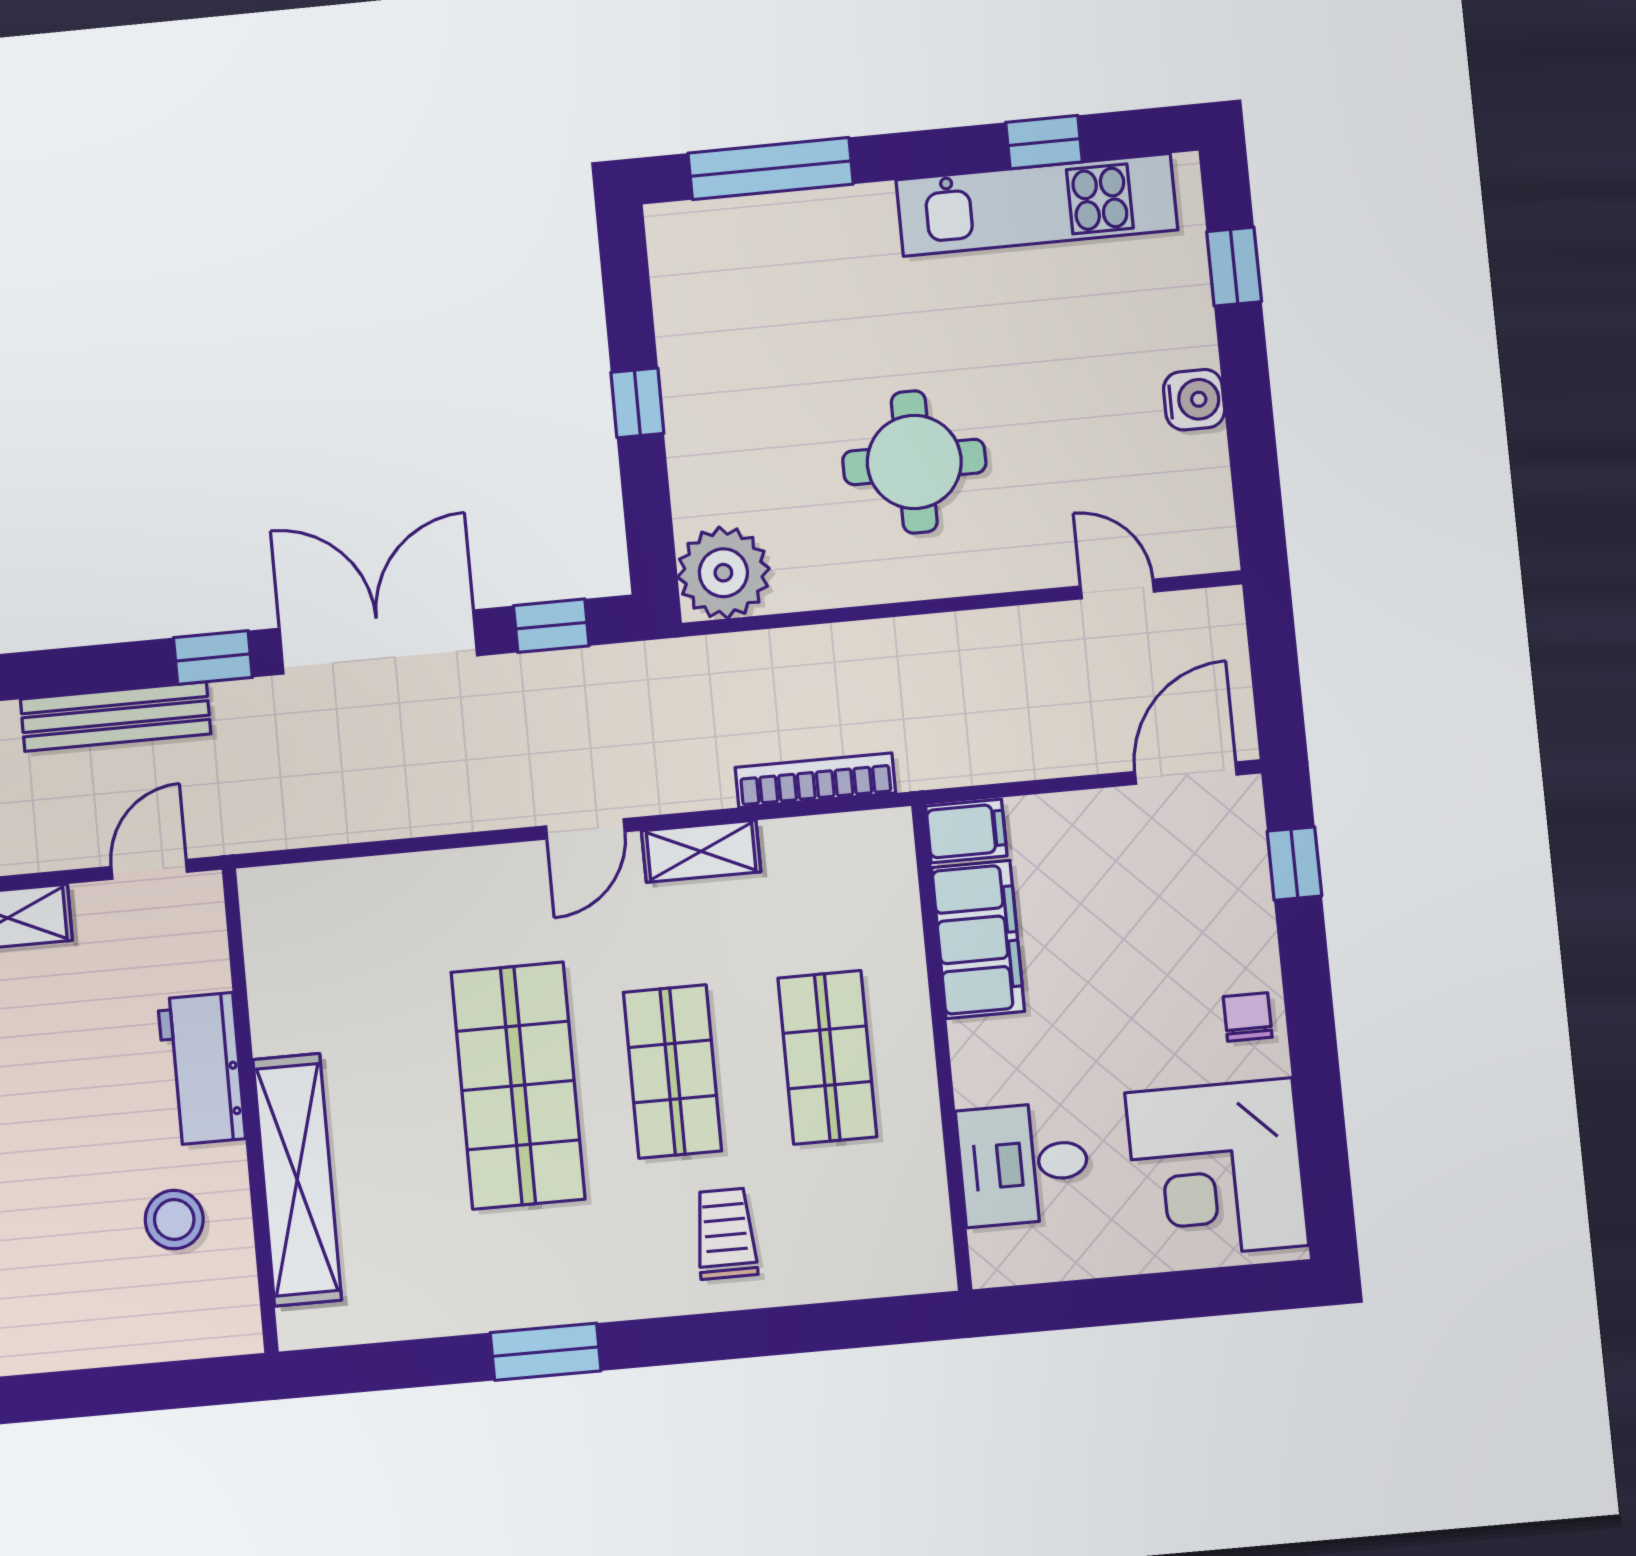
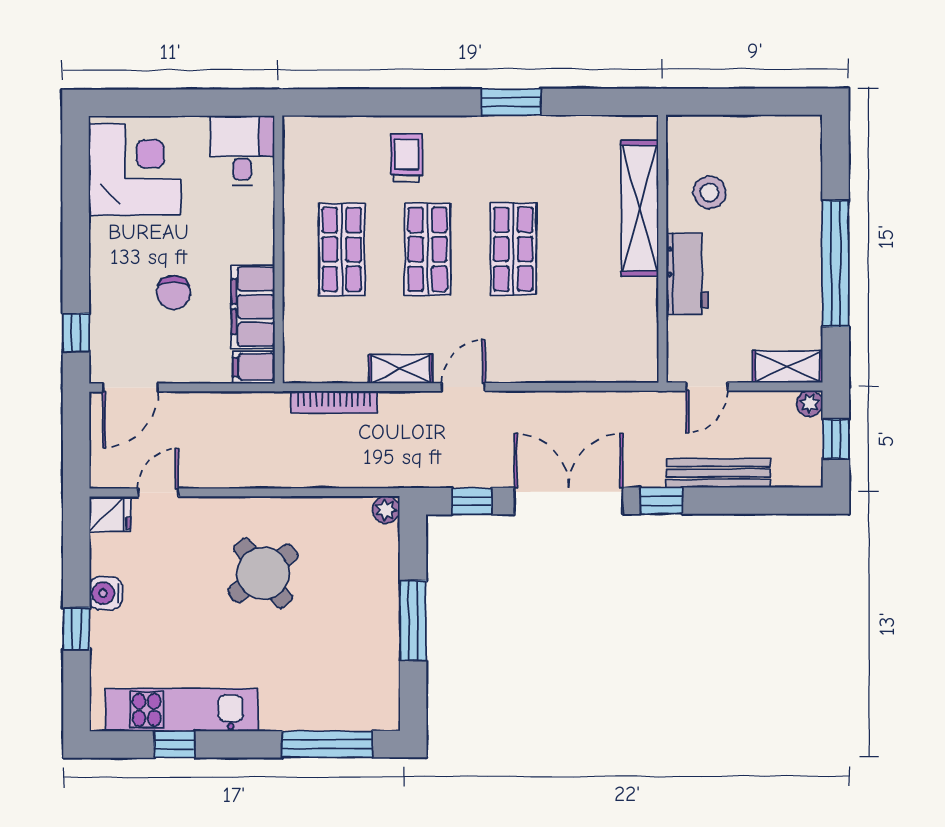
window: (1234, 267) -> (76, 629), moved
window: (637, 403) -> (413, 620), width x2.17
round table: (914, 462) -> (263, 573), turned -37
fridge: (1200, 542) -> (110, 514), added
plant: (723, 573) -> (386, 510), width x0.53, depth x0.53
door: (1117, 589) -> (158, 492), swing flipped
double door: (378, 642) -> (569, 501), swing flipped
chair: (1248, 1017) -> (174, 293), moved, width x1.37, depth x1.37
shop shelf: (518, 1086) -> (513, 249), width x0.70, depth x0.74
desk: (1024, 1164) -> (242, 150), moved, turned -90
trolley: (726, 1234) -> (407, 158), turned 180

